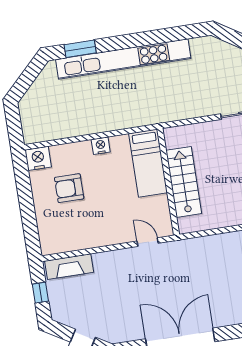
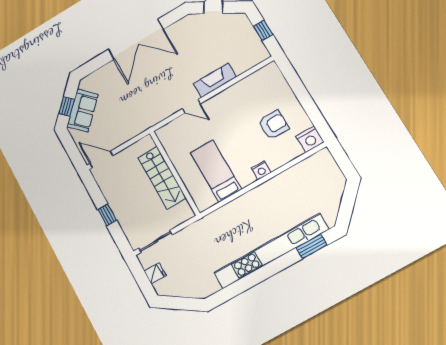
wall: (168, 182) -> (175, 173), moved
stairs: (184, 182) -> (162, 178), moved
fireplace: (69, 267) -> (215, 80), moved

